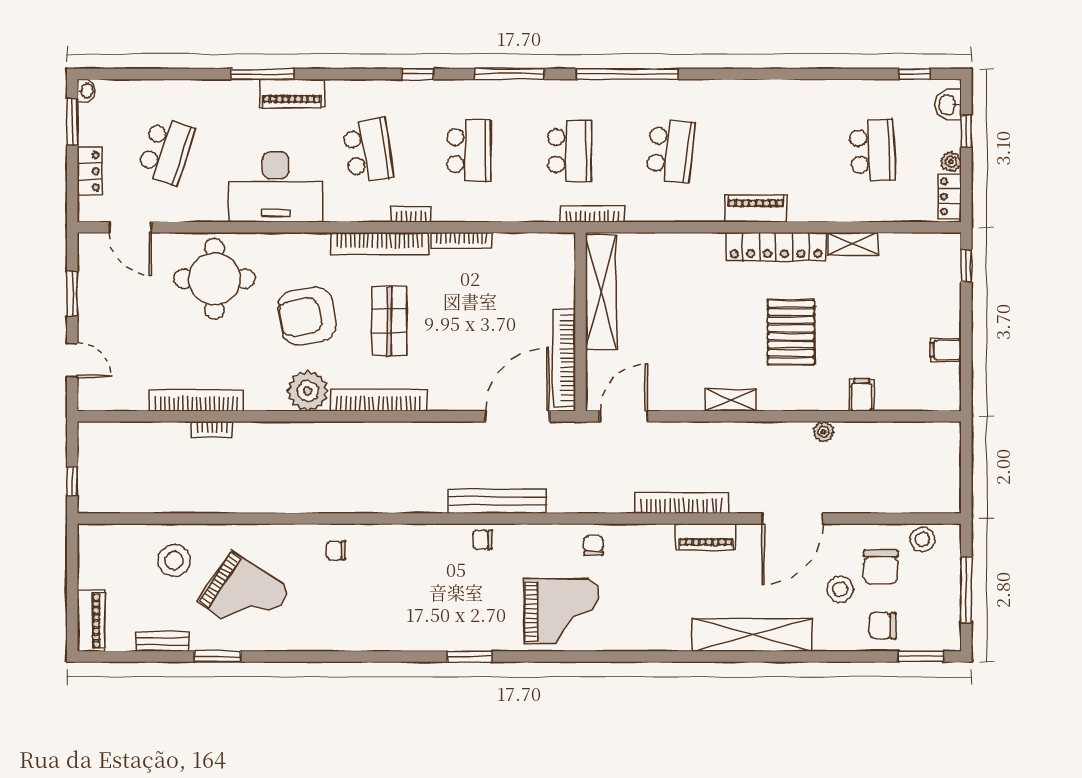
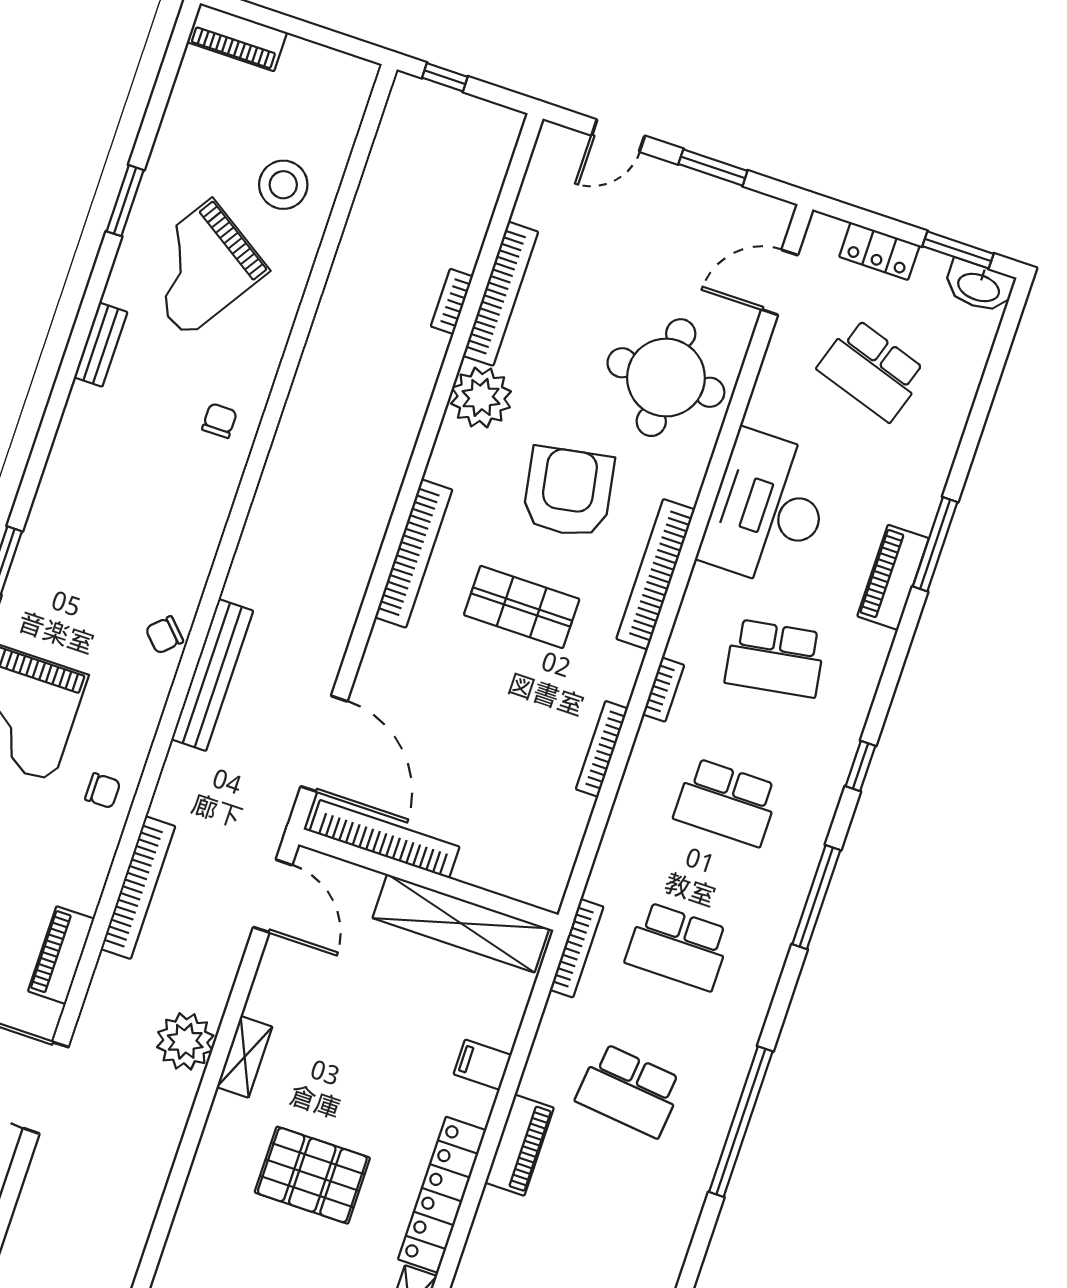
window: (627, 74) -> (741, 1122), moved
washbasin: (87, 91) -> (979, 286), width x1.91, depth x1.45
piano: (756, 208) -> (519, 1145), moved
bookcase: (379, 244) -> (656, 574), moved
plant: (308, 391) -> (481, 397), moved
filing cabinet: (862, 395) -> (482, 1065), moved, turned 180
plant: (823, 432) -> (185, 1041), moved, width x1.87, depth x1.87
bookcase: (682, 503) -> (138, 888), moved
chair: (482, 540) -> (164, 635), turned -134
bench: (162, 641) -> (101, 345), moved

